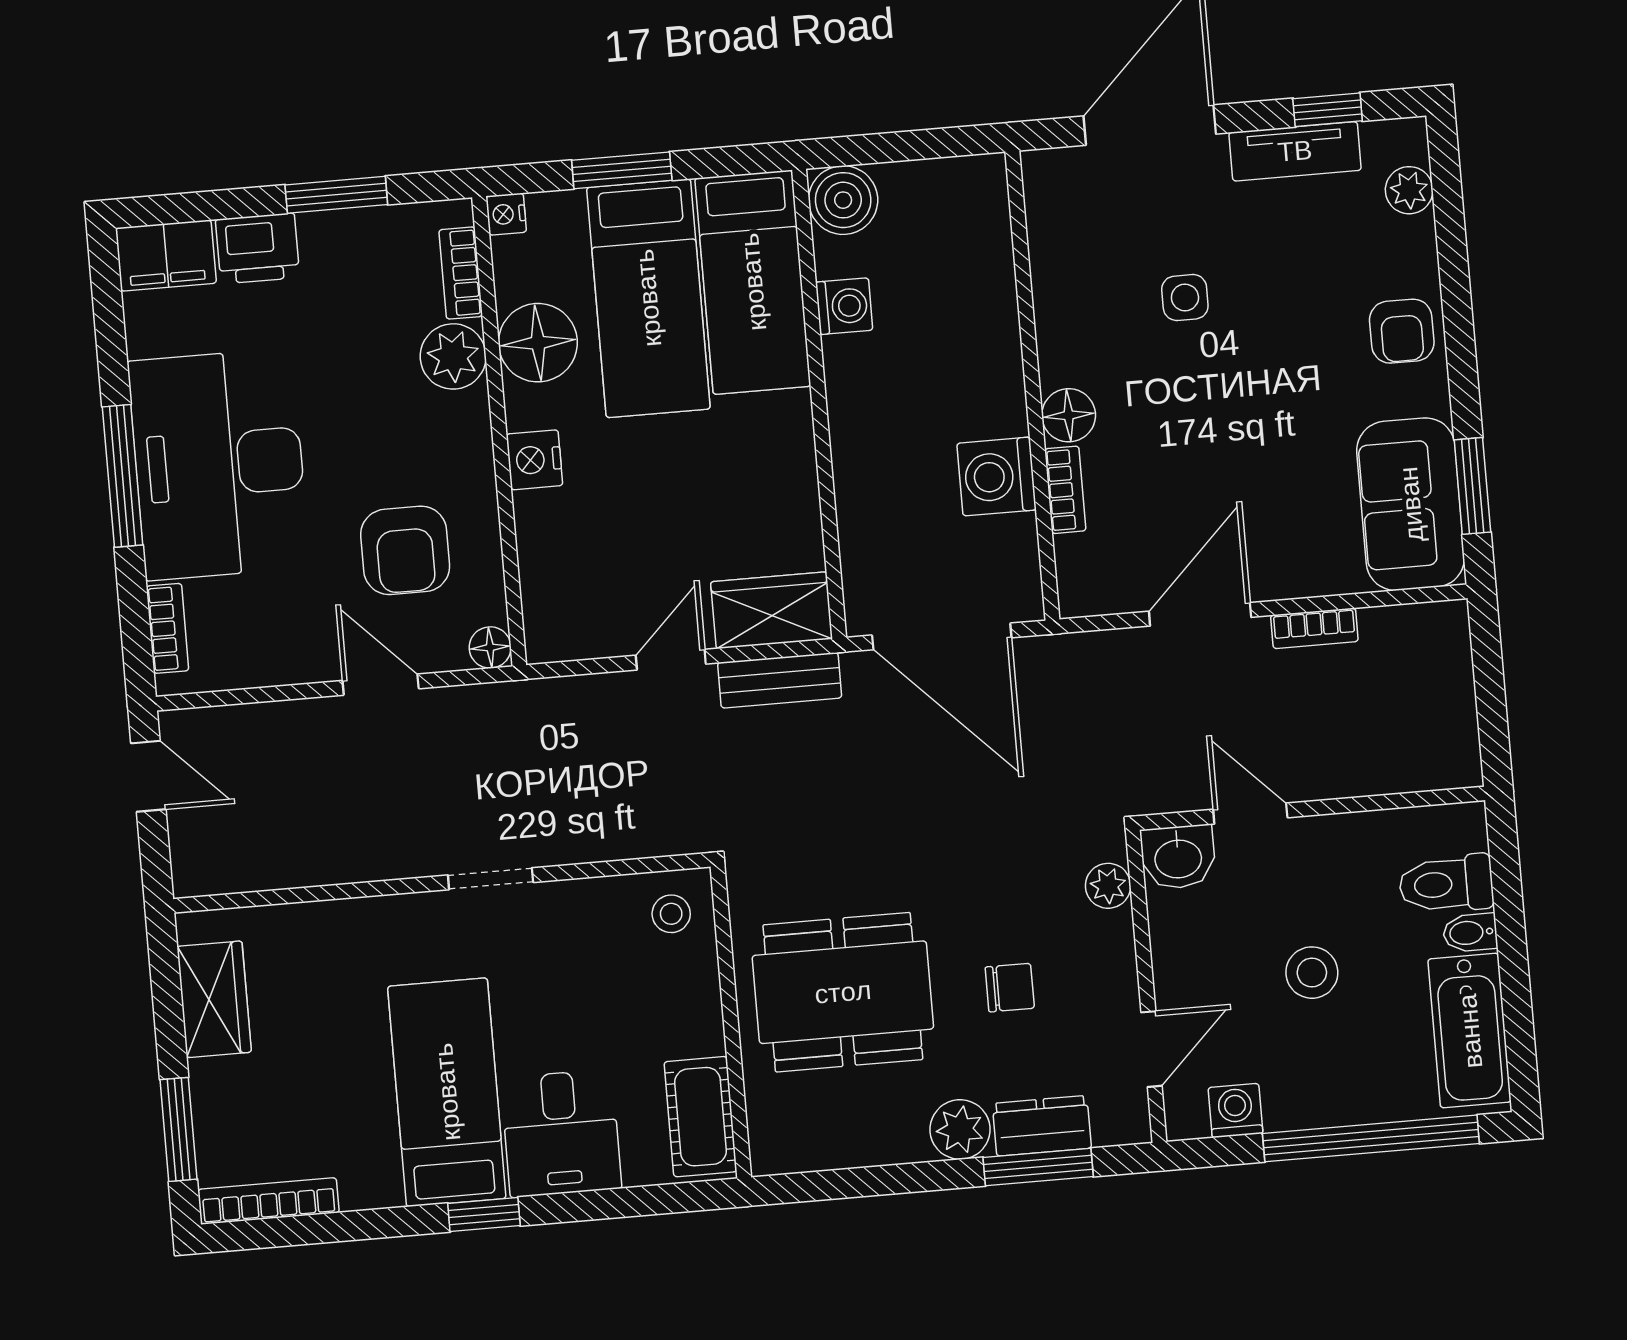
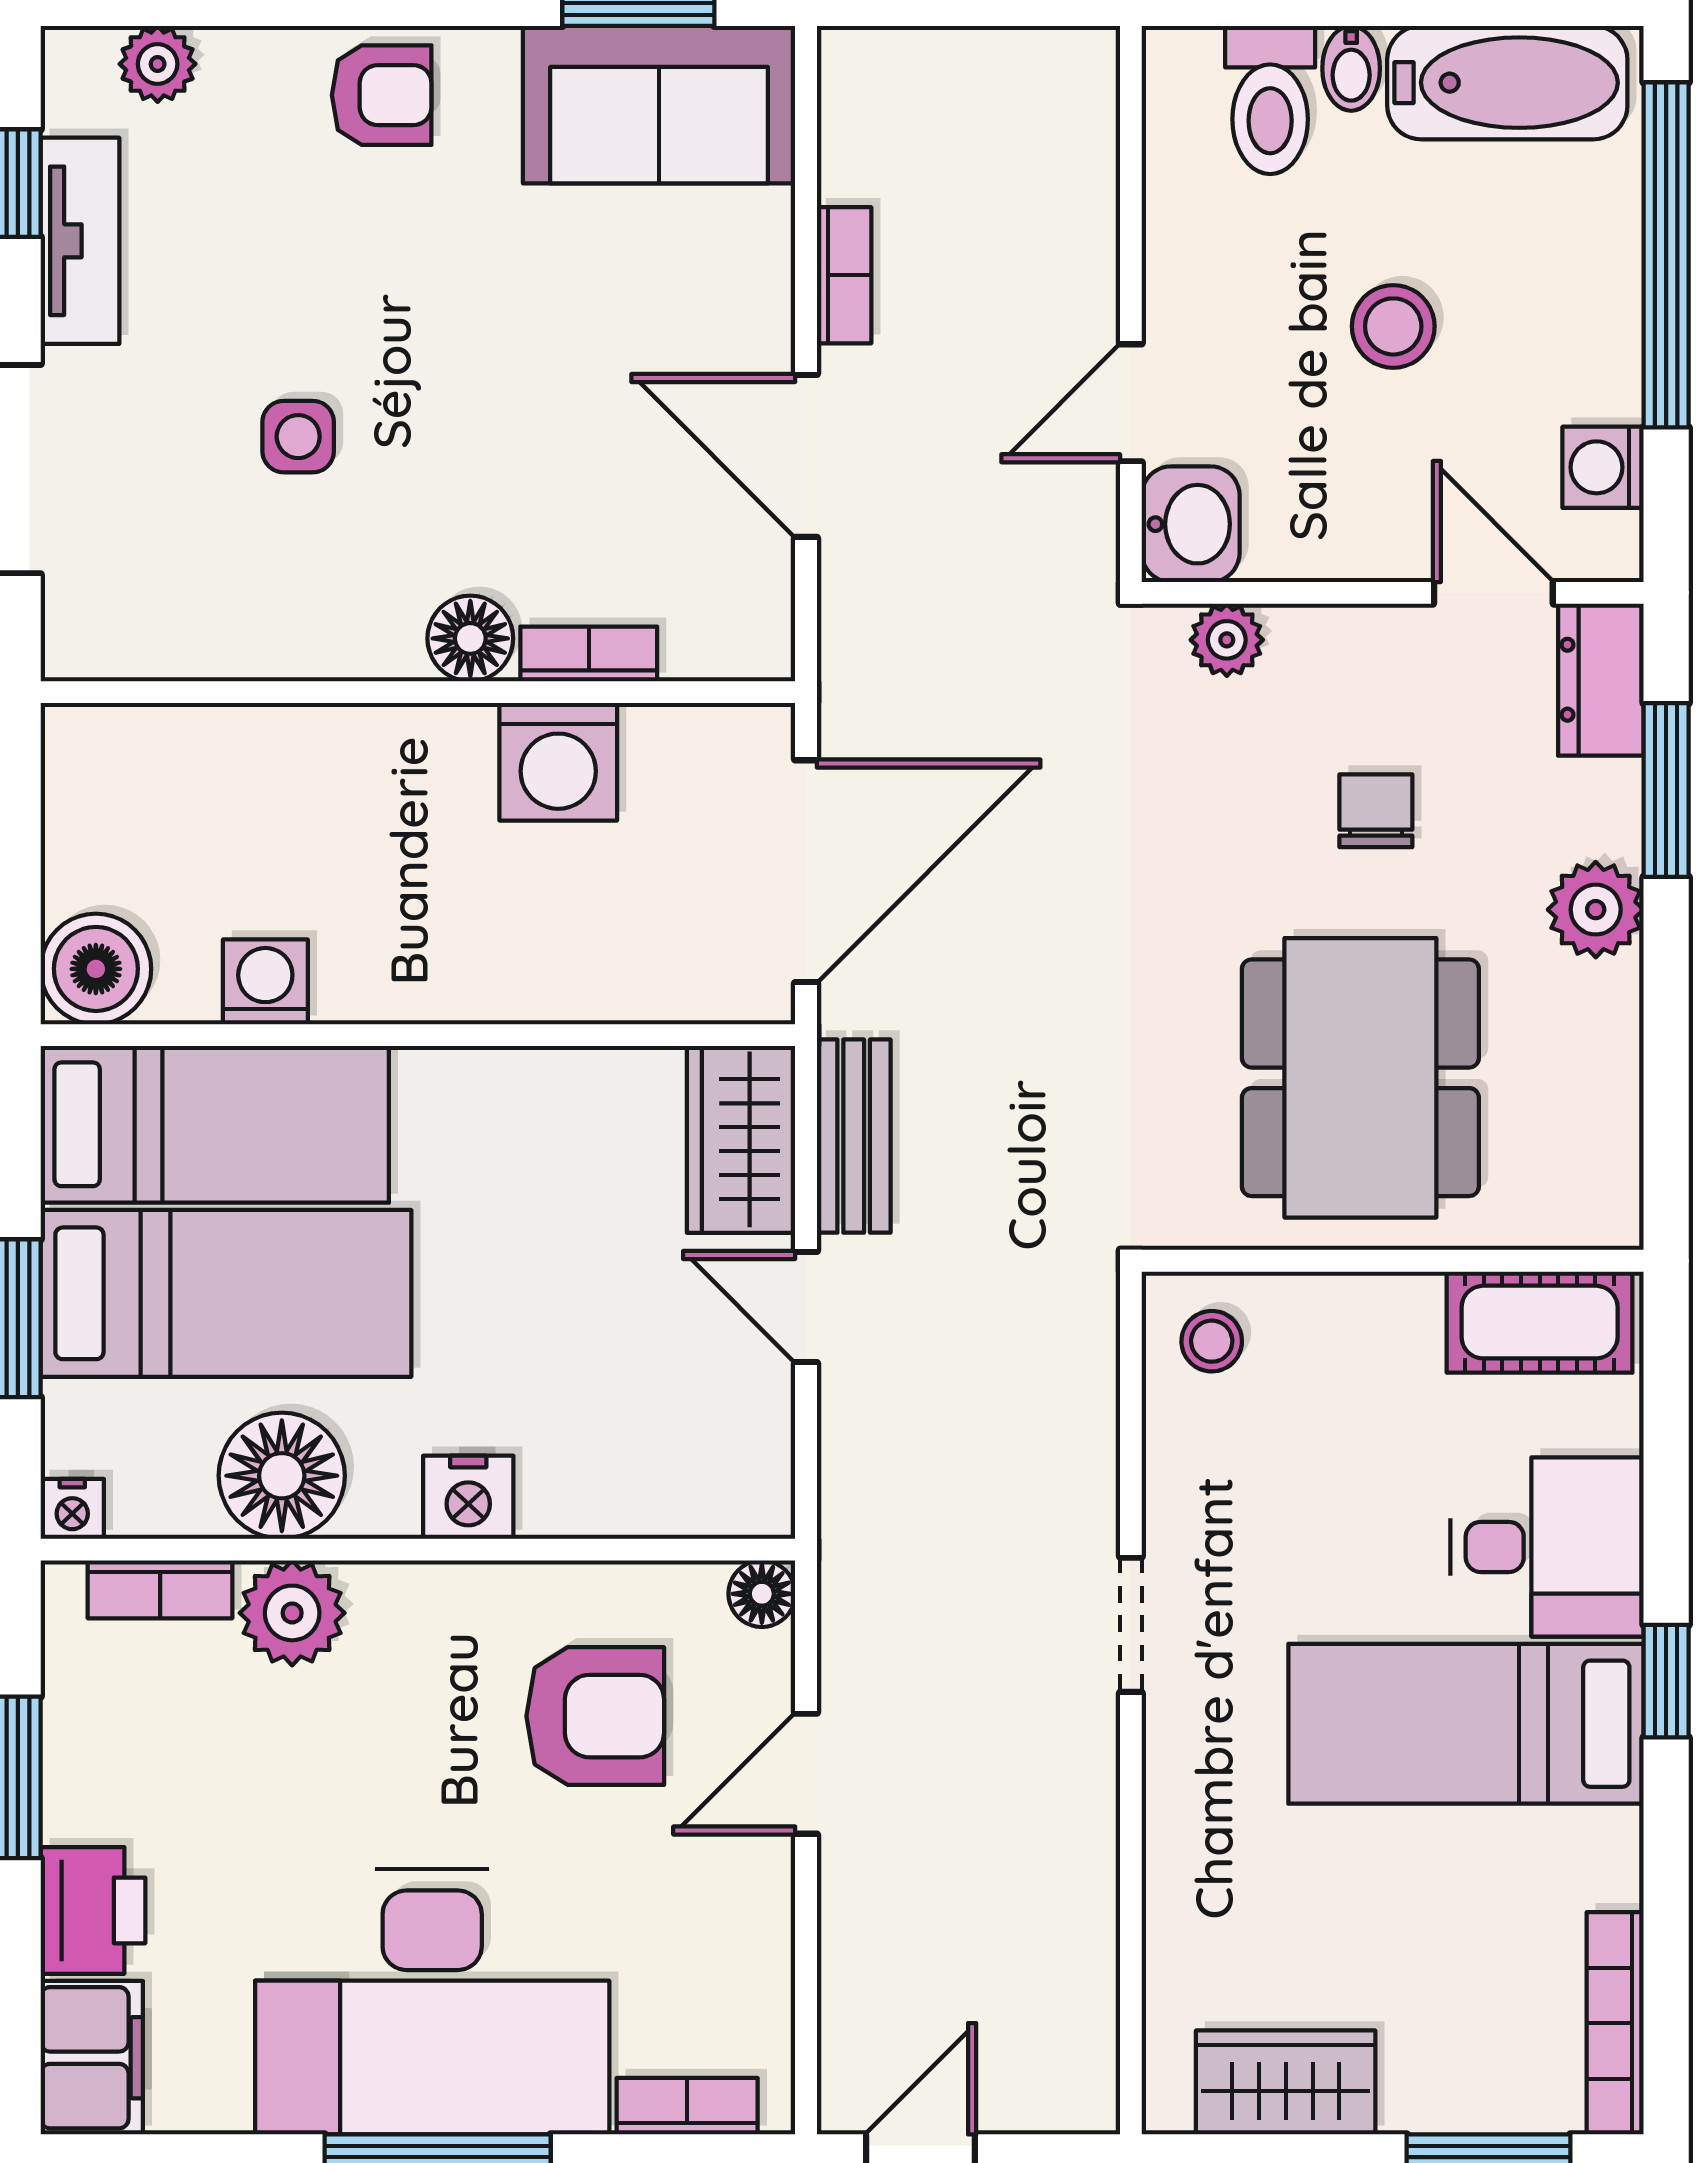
dresser: (1042, 1126) -> (1601, 680), moved

